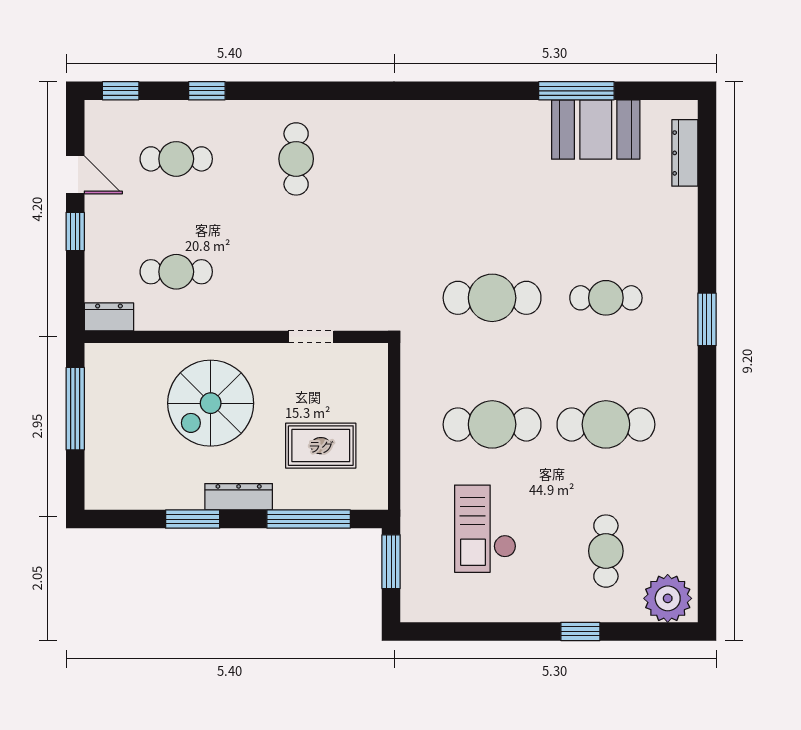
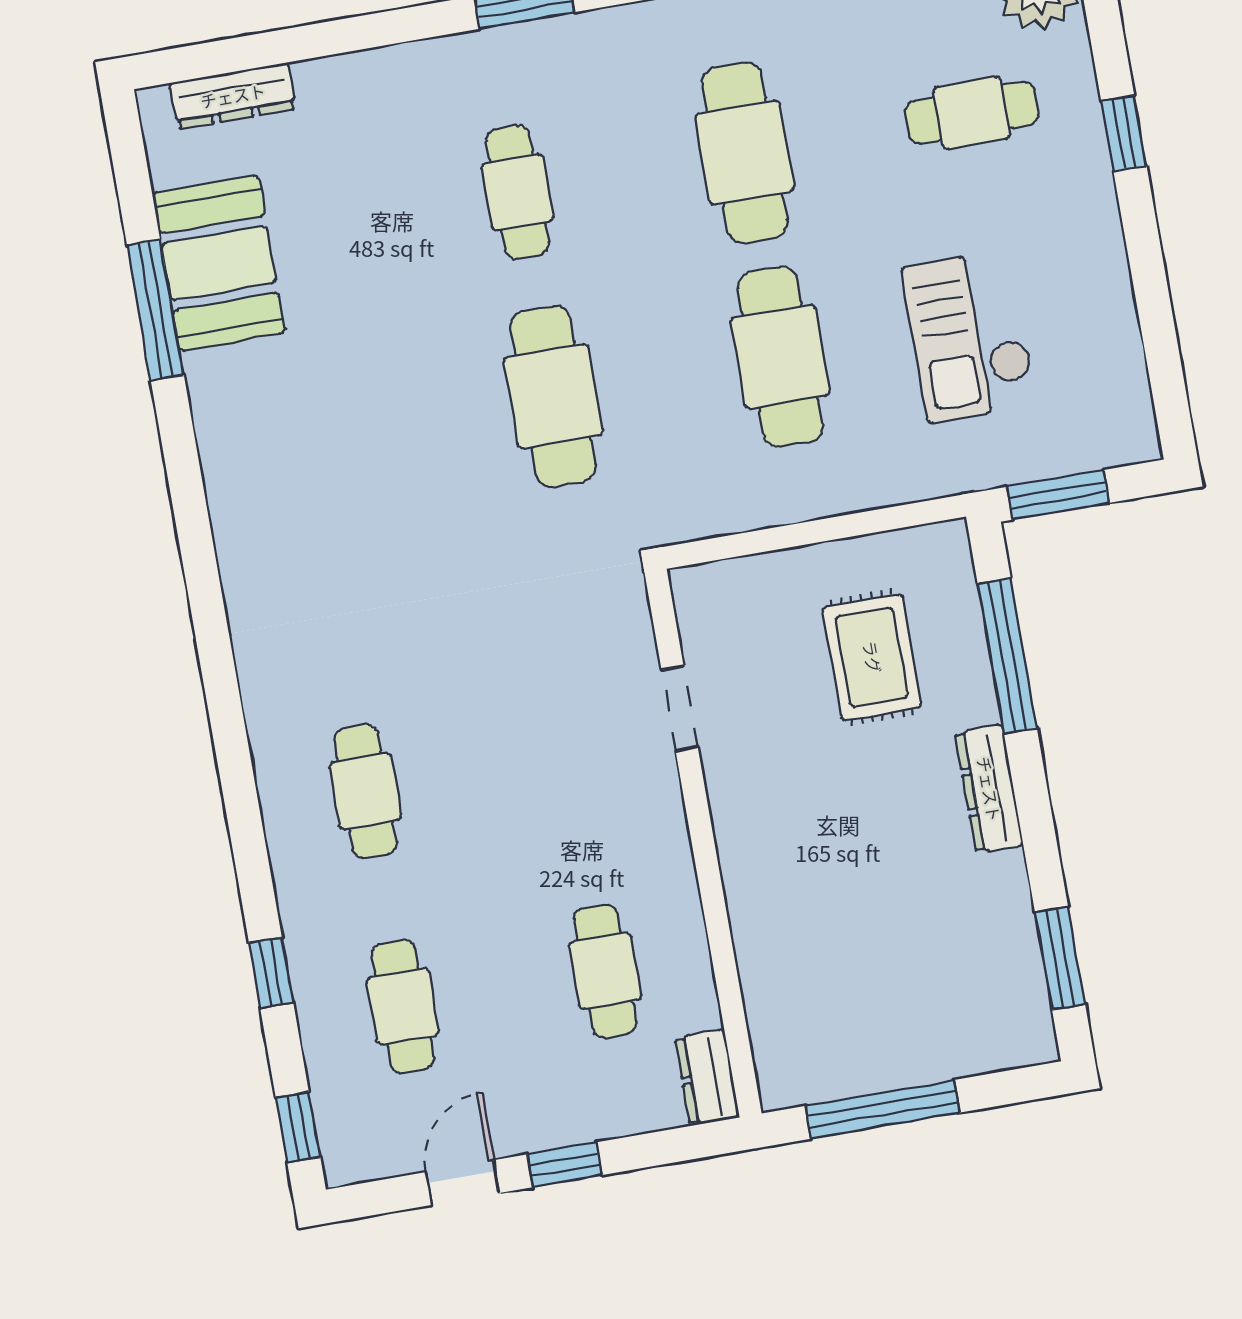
cafe table: (296, 159) -> (365, 791), turned 90
spiral stairs: (211, 403) -> (830, 868), removed
window: (193, 519) -> (1060, 958), moved
checkout: (485, 529) -> (969, 336), turned 90

